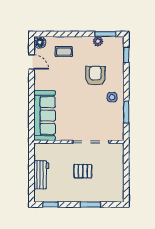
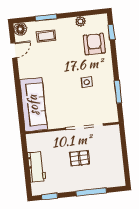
window: (105, 34) -> (46, 18), moved
door: (32, 62) -> (14, 50), hinge flipped
armchair: (95, 76) -> (94, 44), moved
side table: (112, 97) -> (87, 82), moved
window: (90, 204) -> (91, 192), width x1.44

